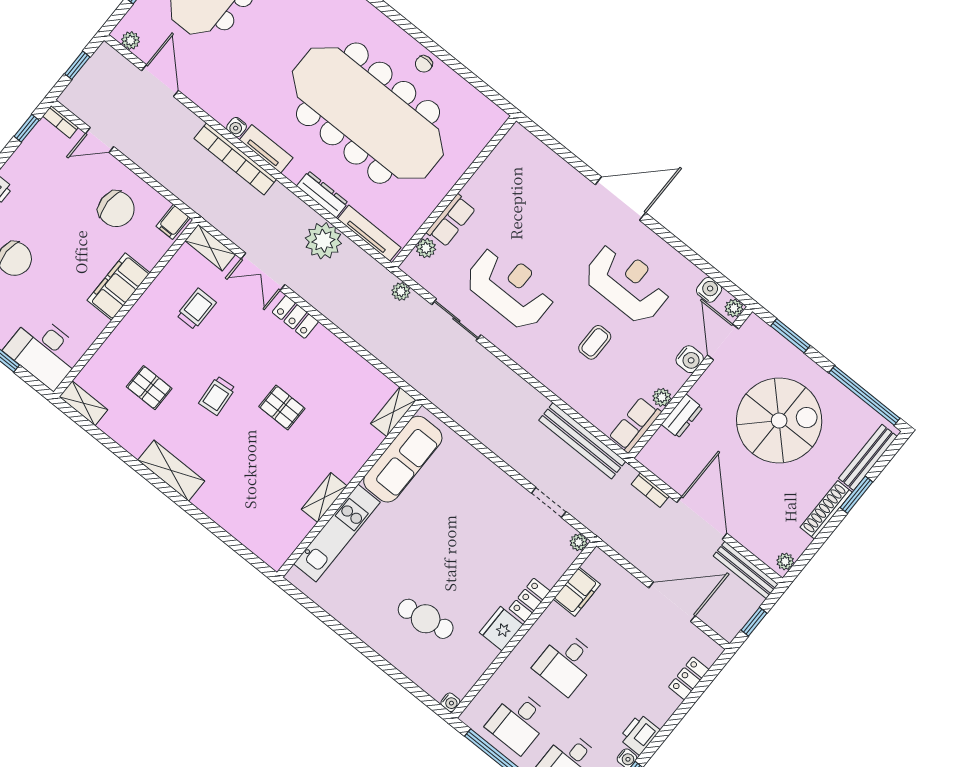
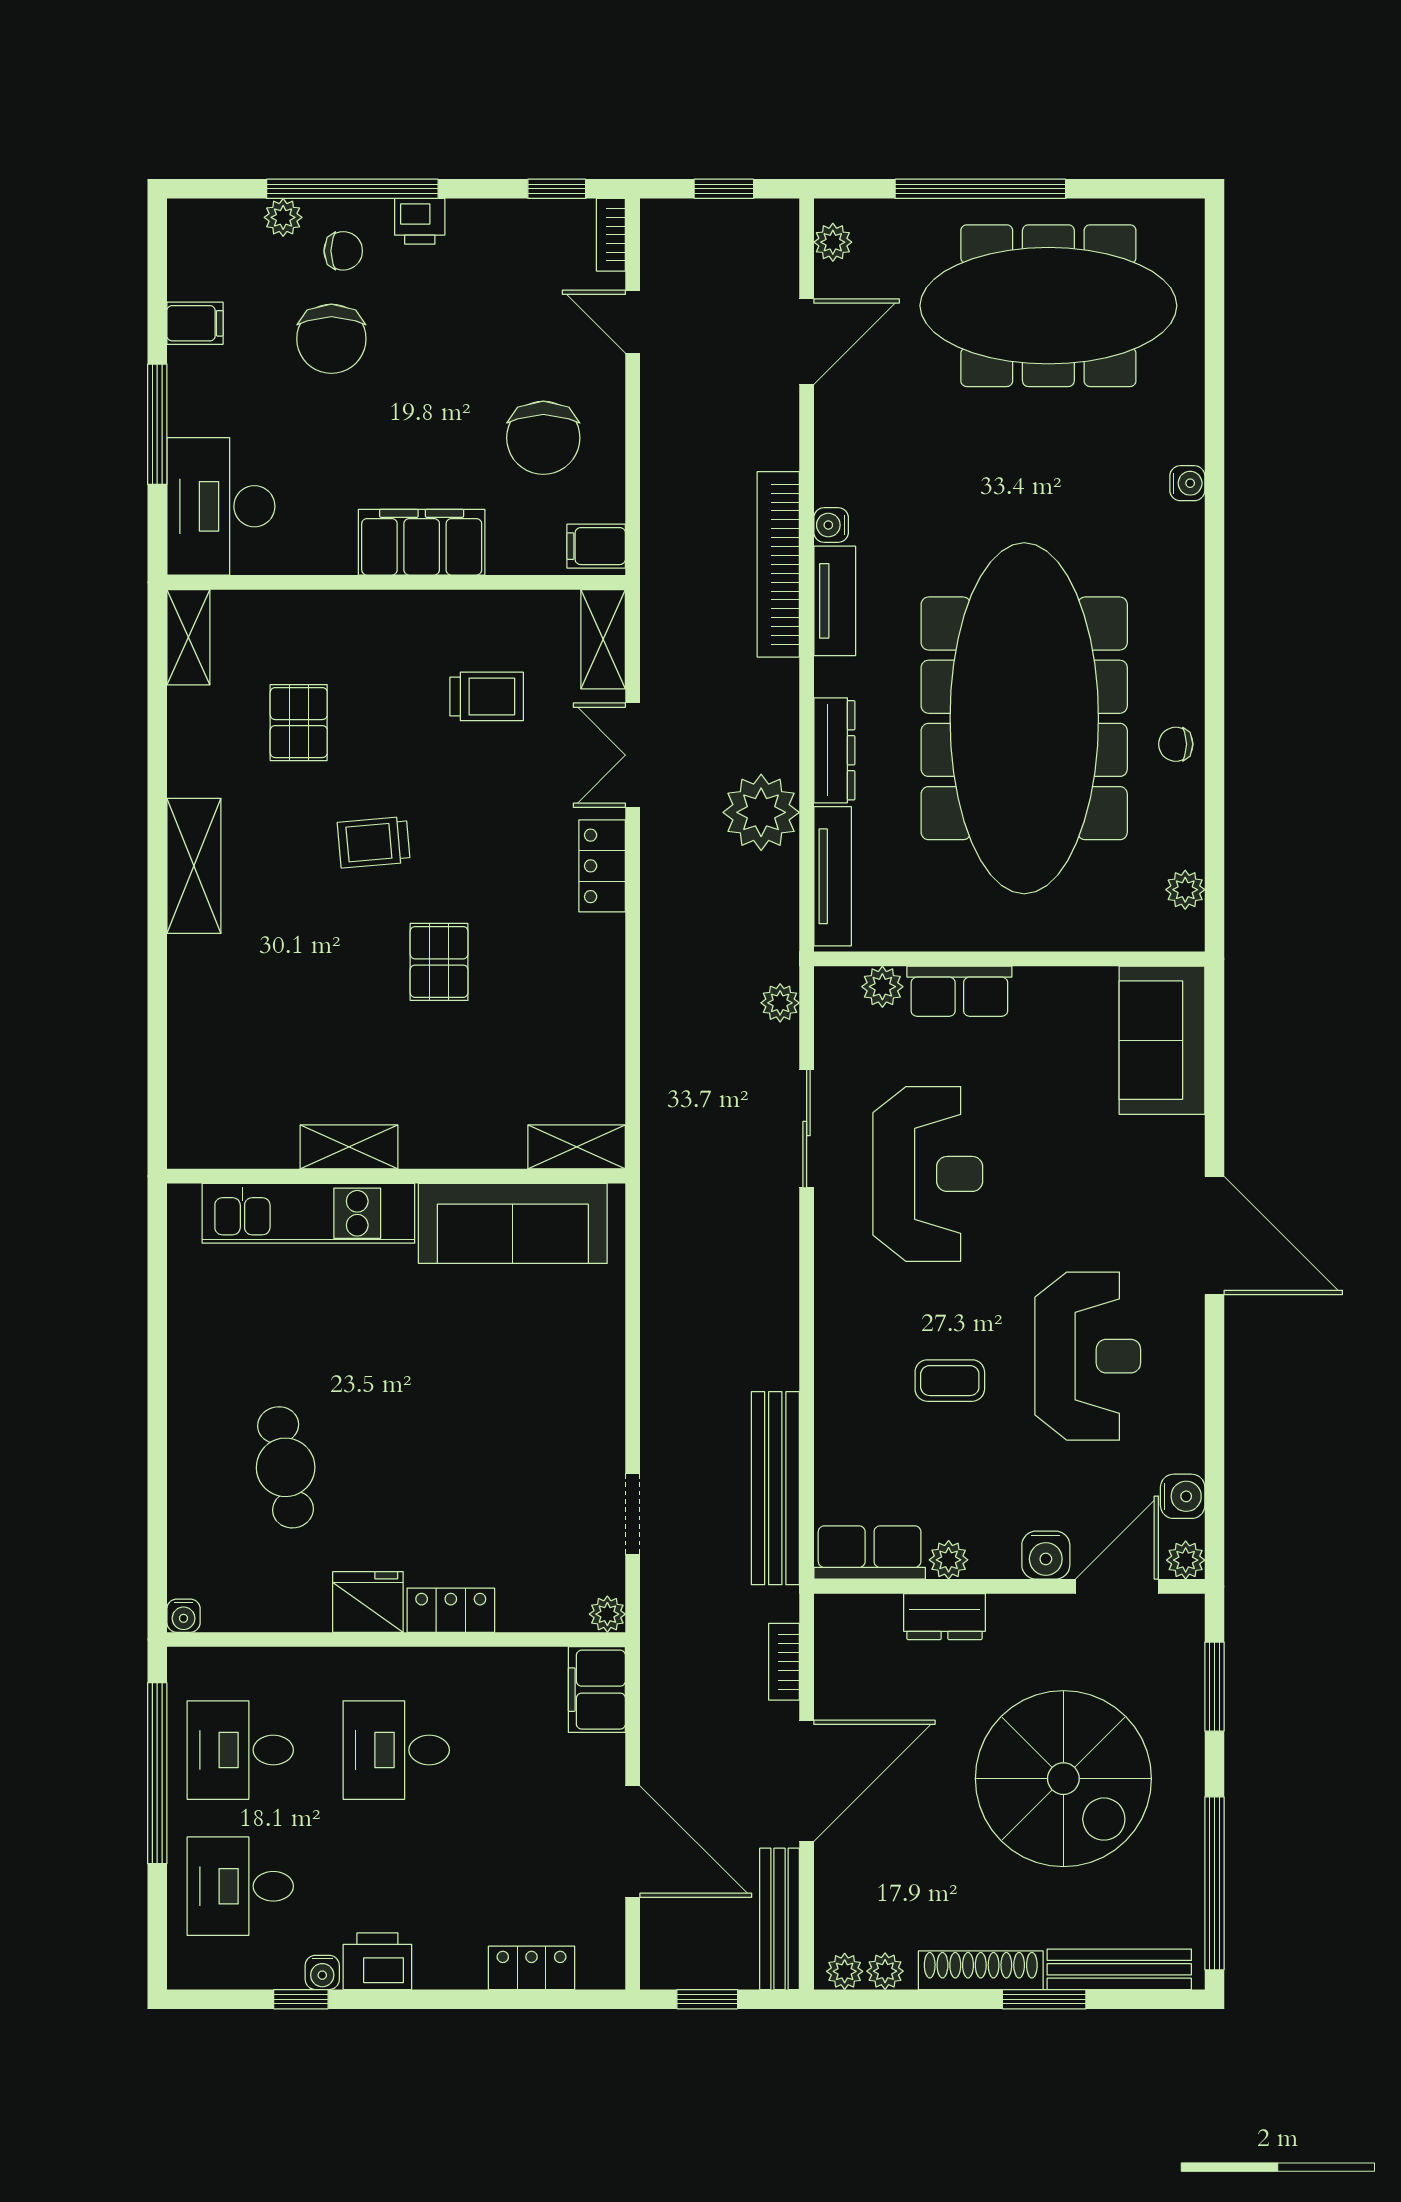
plant: (481, 105) -> (1185, 890), added
sofa: (531, 159) -> (1162, 1040), added
plant: (797, 546) -> (885, 1971), added
filing cabinet: (577, 592) -> (597, 1690), moved, turned 90

